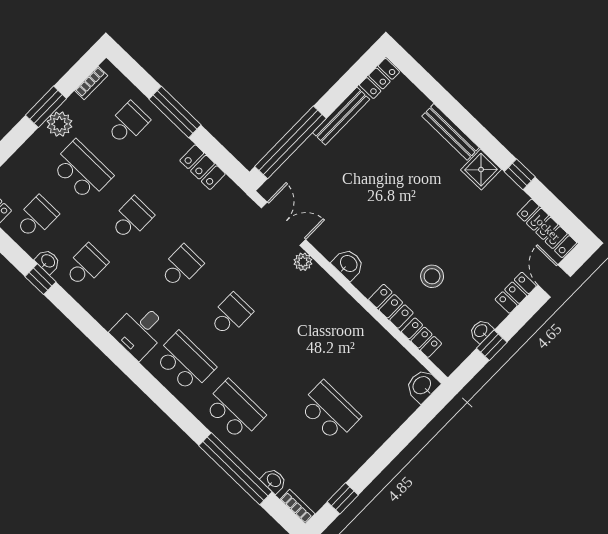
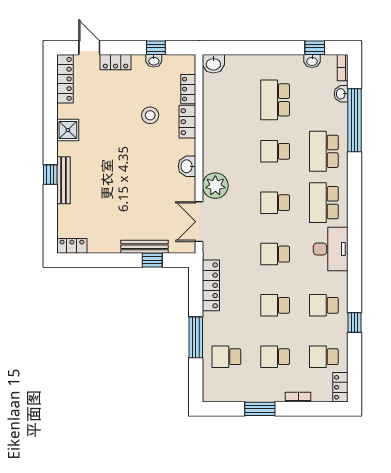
bookcase: (91, 83) -> (298, 397), moved
bench: (341, 116) -> (145, 247), moved
plant: (60, 124) -> (262, 393), removed
window: (290, 142) -> (152, 260), width x0.32
locker: (203, 167) -> (211, 285), width x1.53
school desk: (82, 170) -> (275, 357), width x0.54
shower: (481, 170) -> (68, 130), moved
window: (520, 174) -> (50, 175), moved
washbasin: (48, 261) -> (312, 61), moved, turned -90
plant: (303, 262) -> (215, 186), width x1.87, depth x1.87
door: (554, 281) -> (89, 48), swing flipped
desk: (140, 331) -> (331, 249), width x1.37
school desk: (280, 363) -> (275, 151), added

